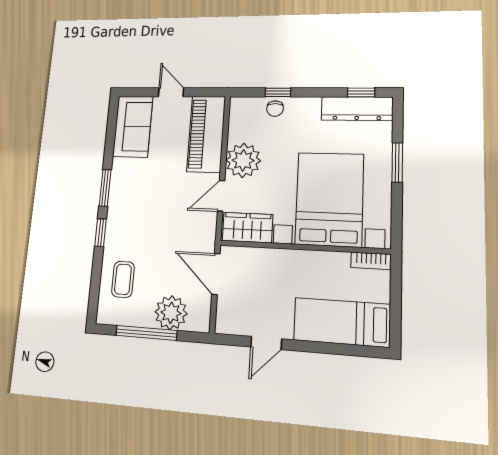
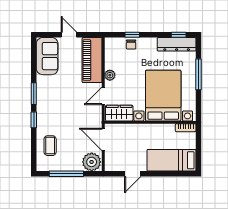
plant: (243, 160) -> (110, 75), width x0.53, depth x0.53
window: (397, 163) -> (198, 74), width x1.44
plant: (171, 313) -> (92, 162), moved

